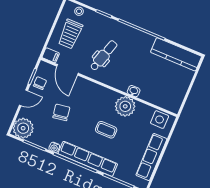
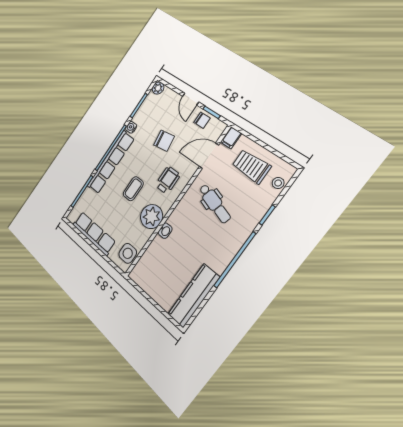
wheelchair: (93, 100) -> (168, 180), added
plant: (23, 128) -> (158, 88), width x0.53, depth x0.53

